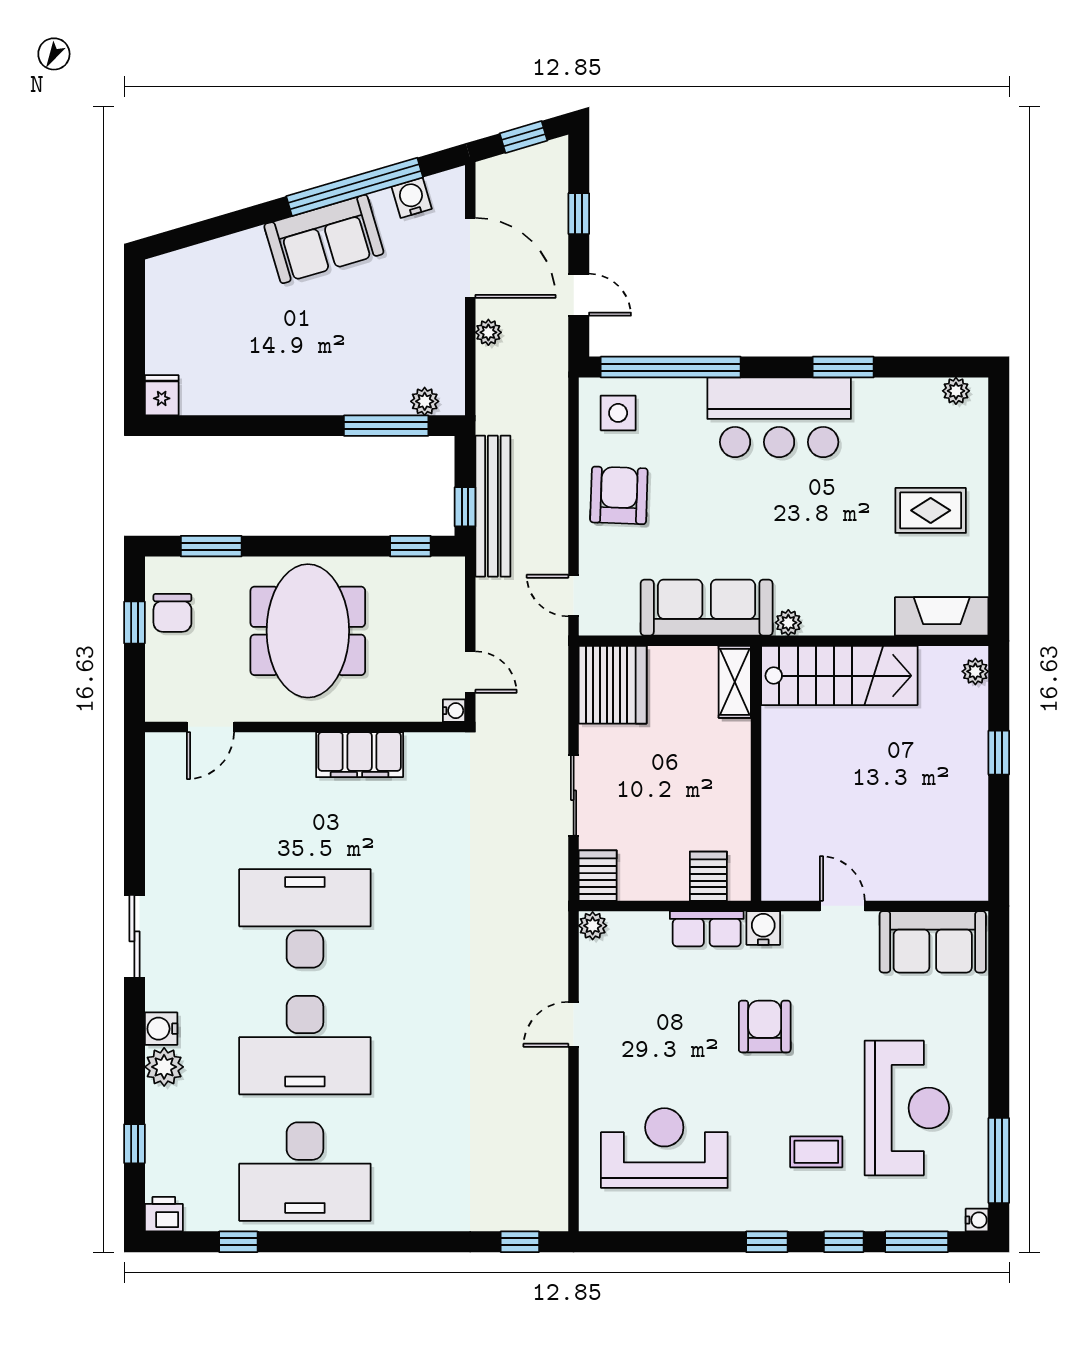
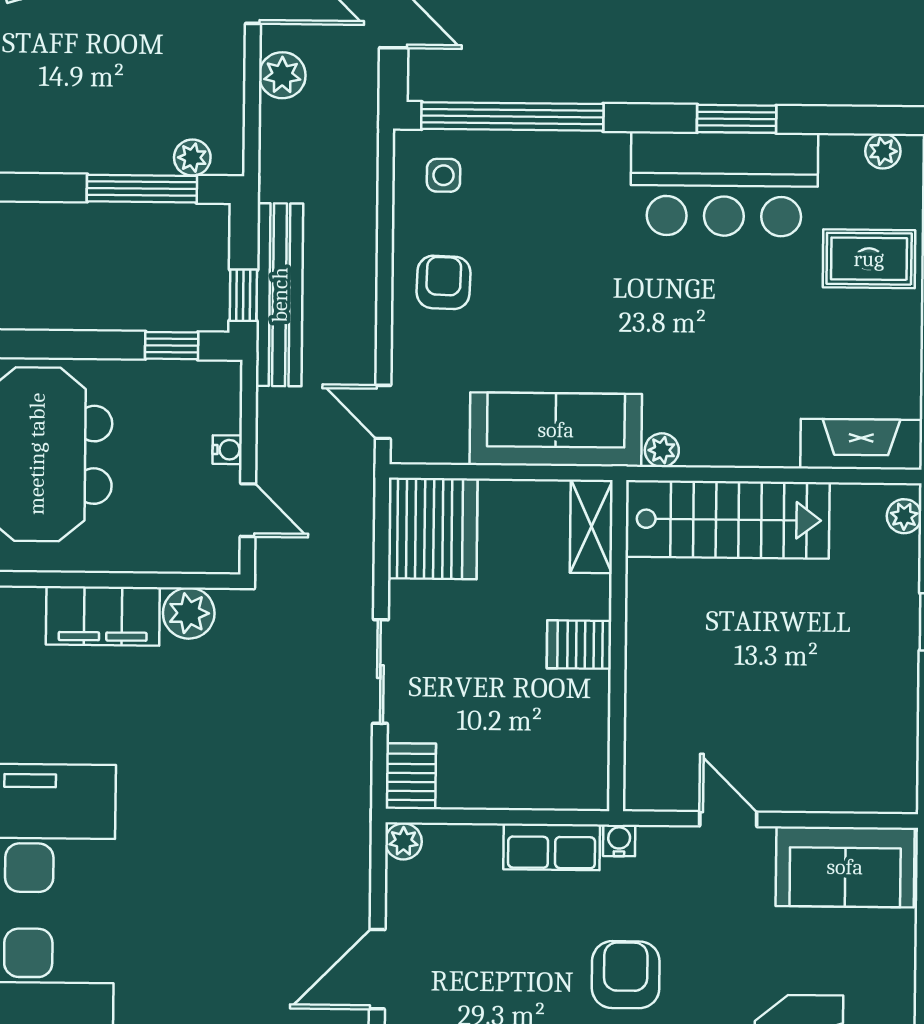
plant: (488, 332) -> (282, 75), width x1.38, depth x1.38
side table: (618, 413) -> (444, 175), width x0.73, depth x0.73
bar counter: (779, 417) -> (724, 184), moved
armchair: (619, 495) -> (443, 282), width x0.72, depth x0.72
rug: (931, 510) -> (869, 259), moved
water cooler: (454, 711) -> (227, 450), moved
plant: (426, 752) -> (189, 613), added
server rack: (708, 876) -> (579, 645), moved, turned -90
water cooler: (763, 928) -> (619, 840), width x0.72, depth x0.72
door: (574, 1024) -> (377, 969), width x1.38

